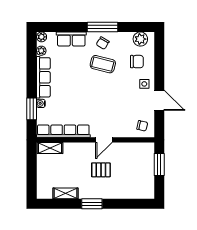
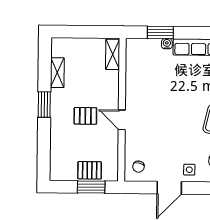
row of seats: (63, 131) -> (133, 71), removed
pallet: (146, 166) -> (90, 170), added
pallet: (101, 170) -> (85, 116), turned 90

